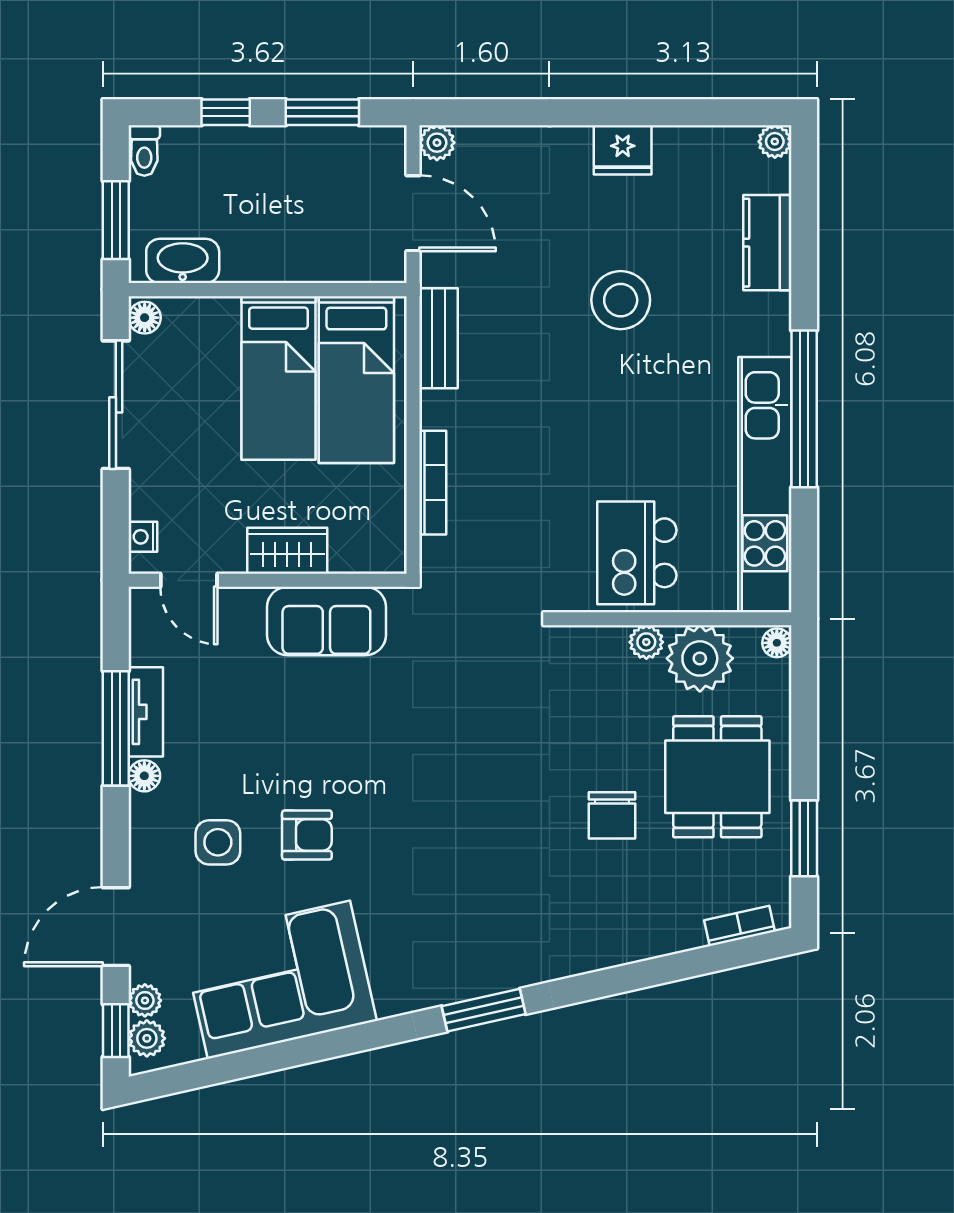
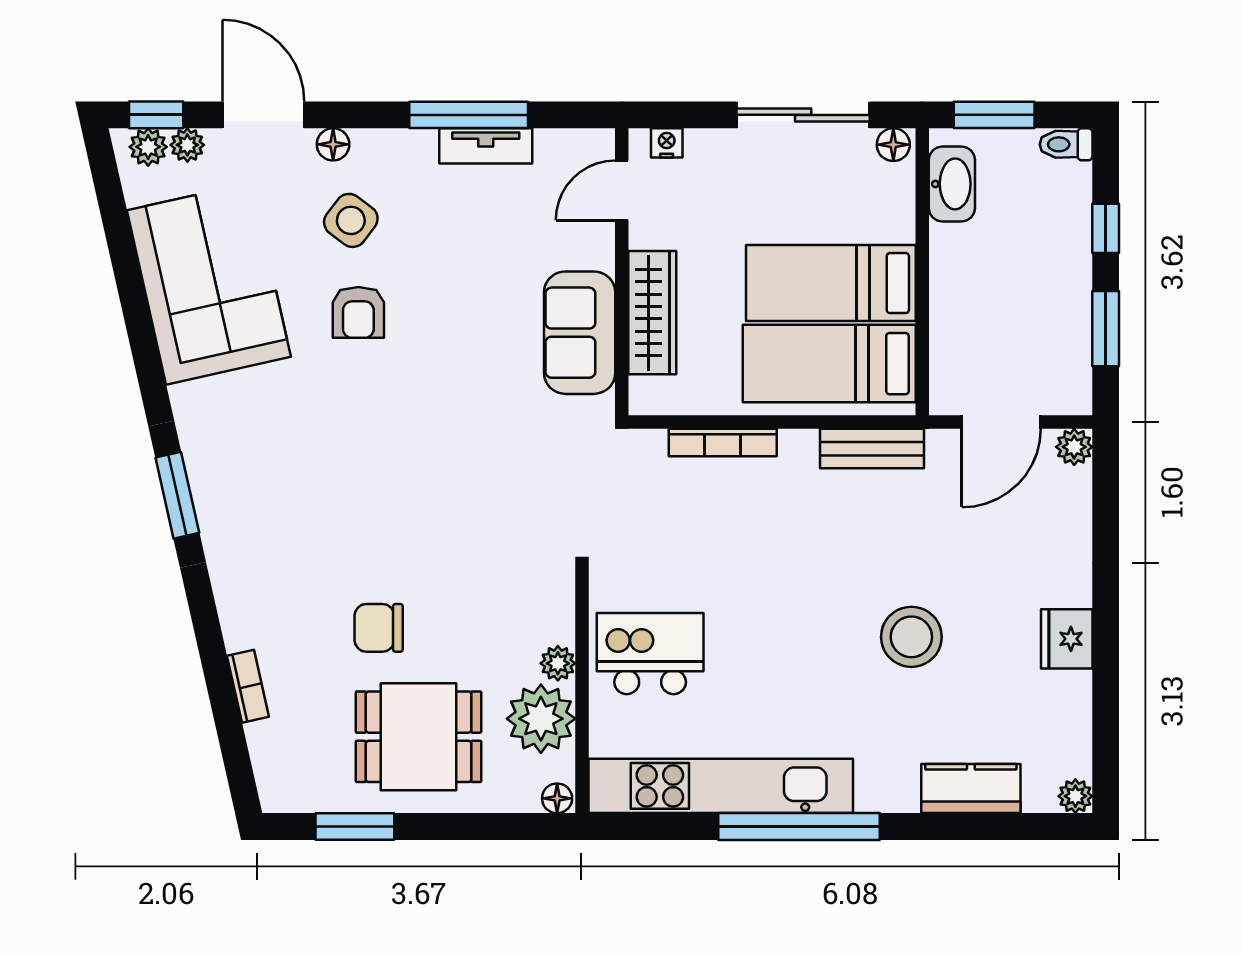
wardrobe: (287, 551) -> (652, 313), width x1.50
floor lamp: (144, 776) -> (333, 144), moved
side table: (218, 842) -> (351, 220), turned 37
bookcase: (739, 926) -> (248, 686), moved

